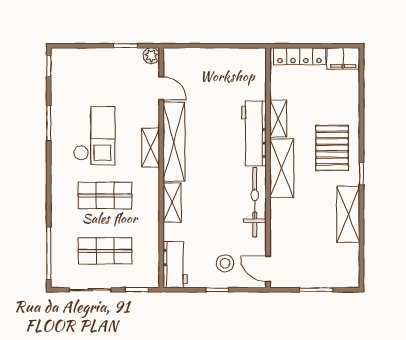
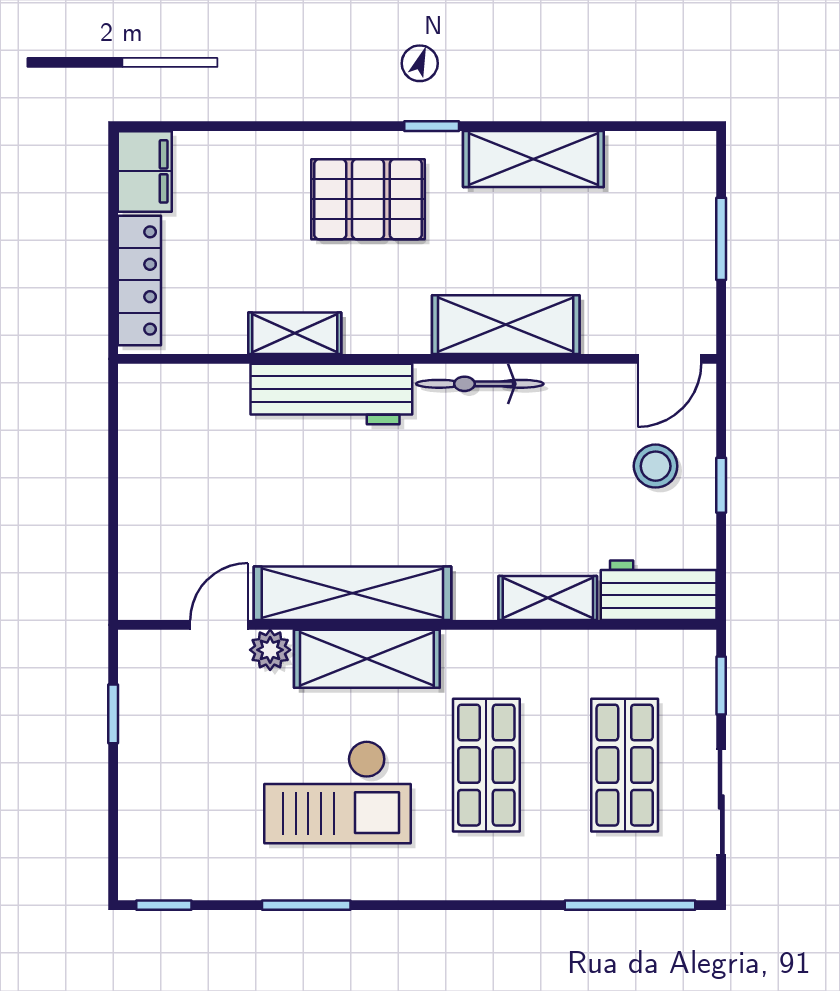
plant: (151, 56) -> (270, 650), moved
checkout: (94, 136) -> (337, 792), turned 180
shelving: (151, 148) -> (367, 659), width x1.50, depth x1.33
shelving: (282, 168) -> (506, 325), moved
bicycle: (255, 202) -> (480, 384), width x0.73, depth x0.71
shelving: (172, 203) -> (548, 598), moved

